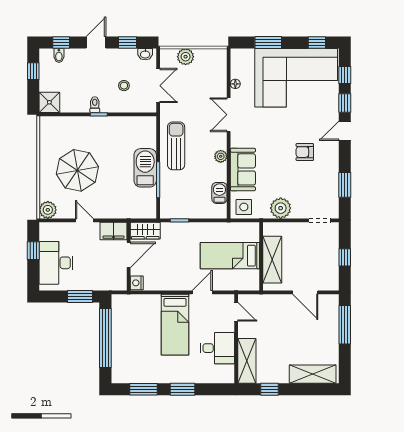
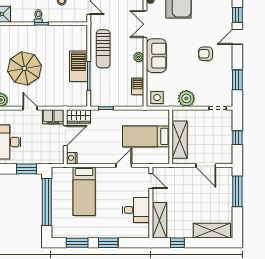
sun lounger: (176, 146) -> (103, 49), turned 180
sofa: (243, 169) -> (156, 56), moved
bed: (175, 325) -> (84, 191), moved

